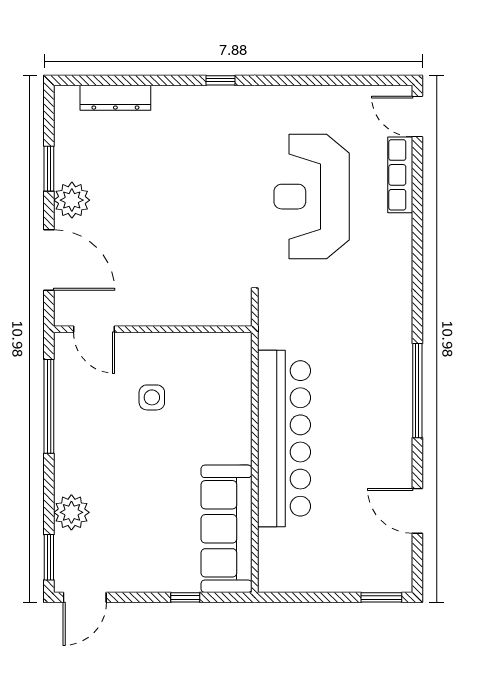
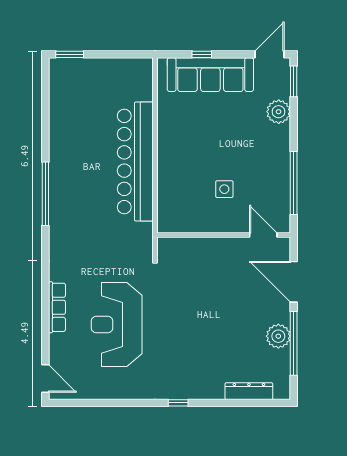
window: (49, 169) -> (294, 343), width x2.11
row of seats: (400, 175) -> (57, 307), moved
reception desk: (312, 197) -> (117, 324), turned 180
plant: (72, 200) -> (278, 336), moved
door: (417, 511) -> (45, 113), removed
sofa: (226, 529) -> (210, 75), moved, turned 90

